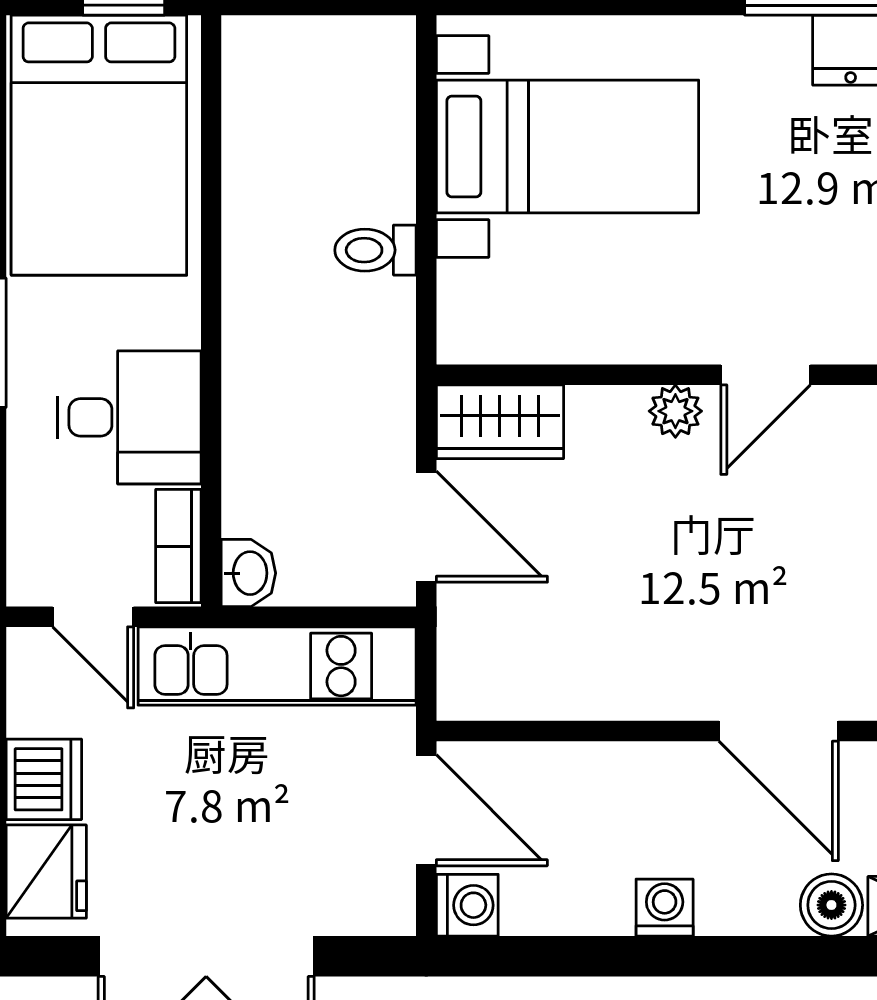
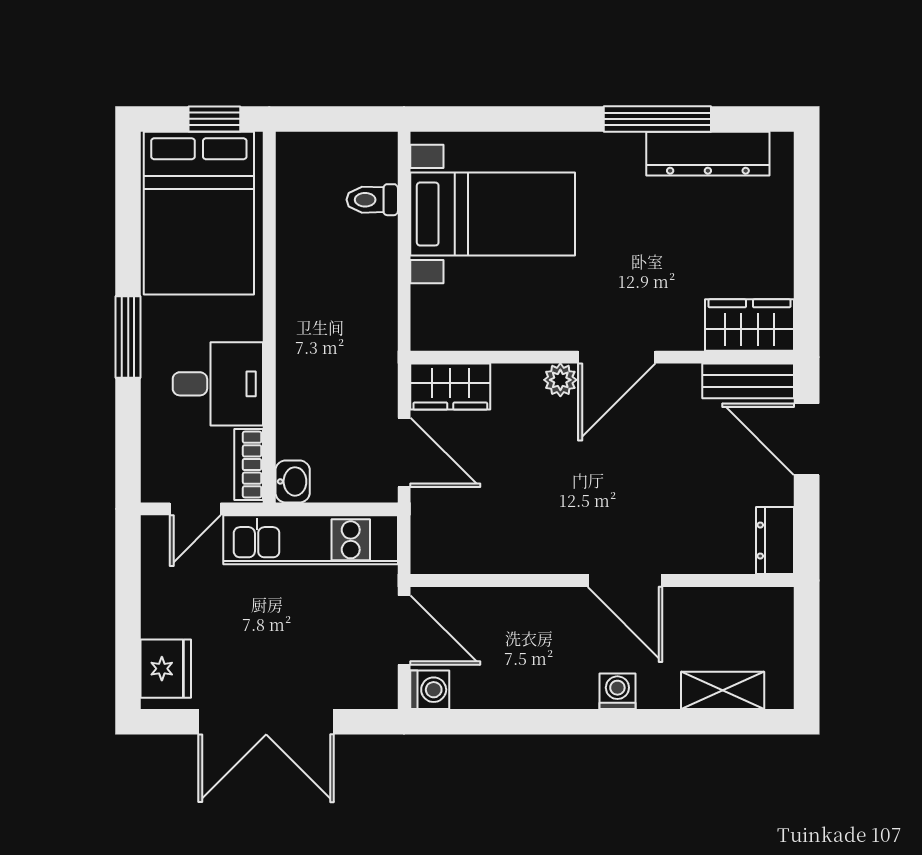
toilet: (375, 250) -> (372, 200), moved
door: (766, 375) -> (617, 357), width x1.38
door: (93, 617) -> (195, 509), hinge flipped
dishwasher: (44, 779) -> (164, 611), removed
boiler: (831, 905) -> (658, 690), removed
washing machine: (665, 908) -> (617, 691), moved

